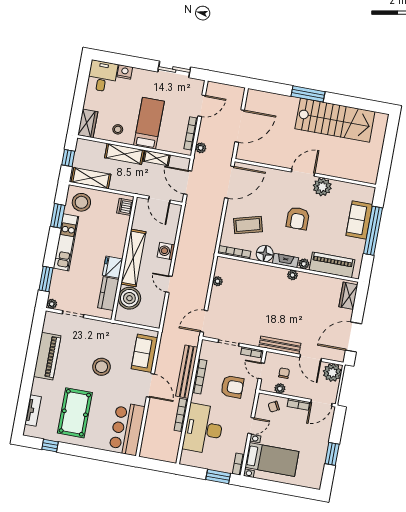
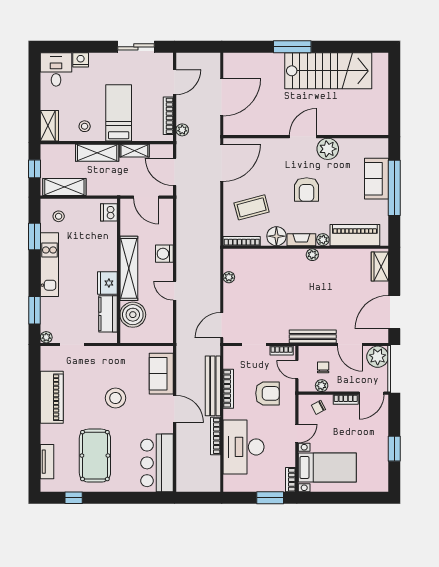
stool: (81, 202) -> (59, 216), width x0.53, depth x0.53

